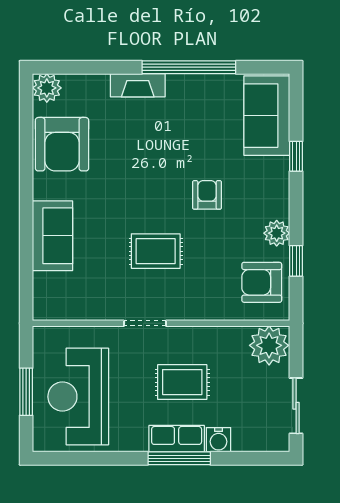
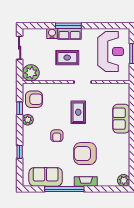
sofa: (267, 116) -> (46, 177), moved, turned -90
armchair: (62, 144) -> (85, 154), moved, turned -90
rug: (156, 251) -> (78, 112), turned 90

